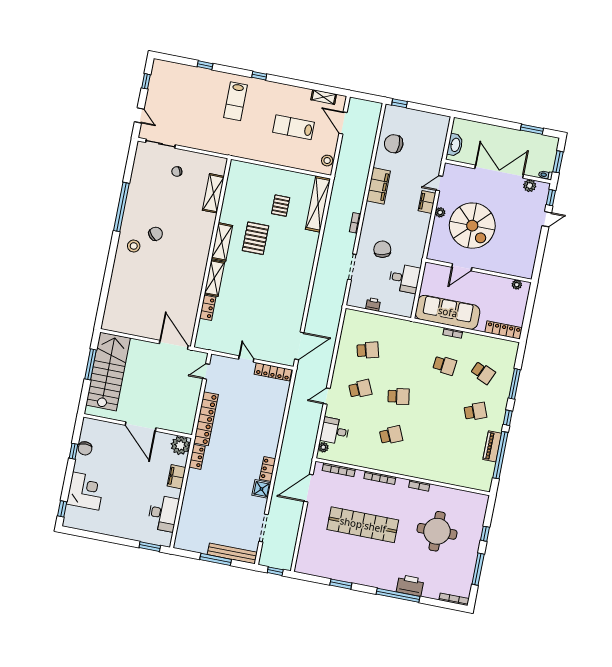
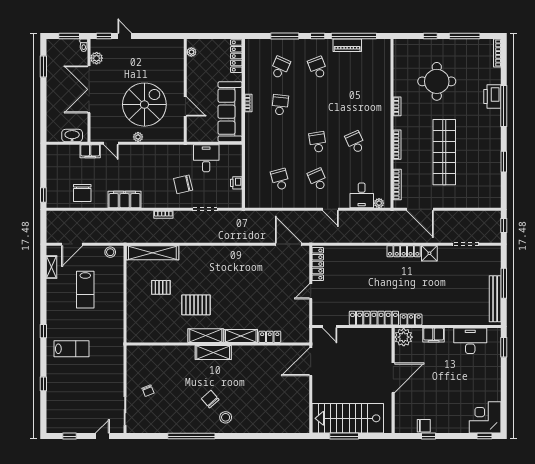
shelving: (213, 193) -> (213, 353), moved
filing cabinet: (427, 202) -> (90, 151), moved
locker: (268, 469) -> (404, 251), width x1.53
corner desk: (86, 491) -> (485, 417), moved
bench: (232, 553) -> (495, 299), moved

